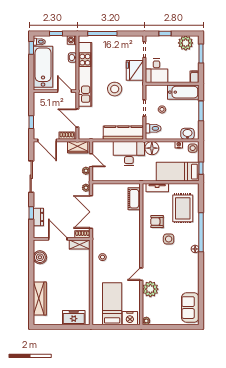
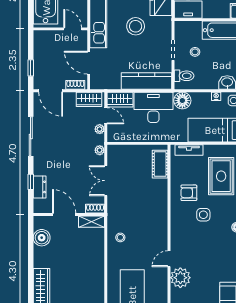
wardrobe: (102, 147) -> (120, 100), added
double door: (91, 212) -> (106, 181), width x0.73

